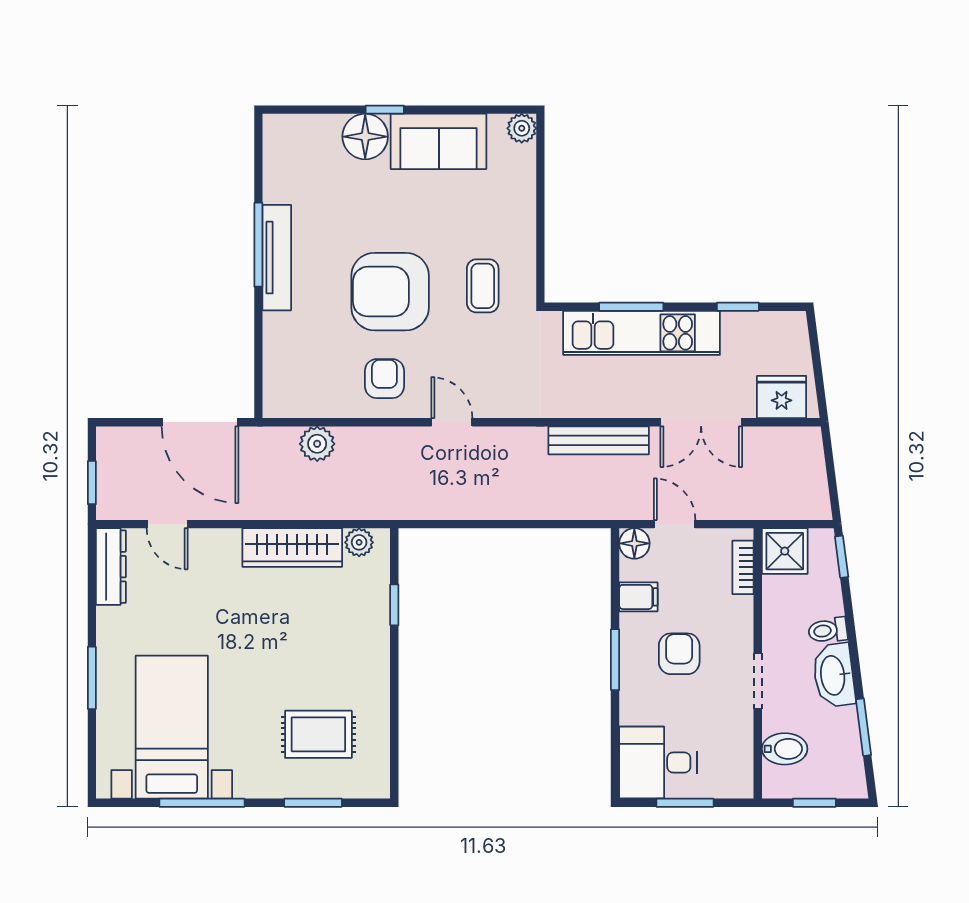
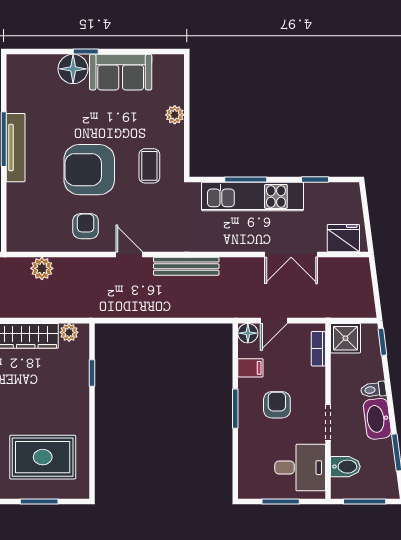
plant: (522, 128) -> (175, 115), moved
bench: (599, 440) -> (186, 266), moved
door: (675, 524) -> (274, 321), swing flipped
rug: (318, 734) -> (43, 457), width x1.36, depth x1.43
desk: (658, 763) -> (300, 468), moved, turned 180
window: (814, 803) -> (365, 502), width x1.50

